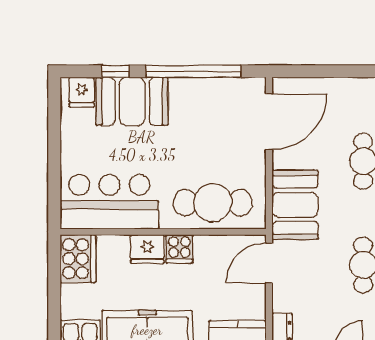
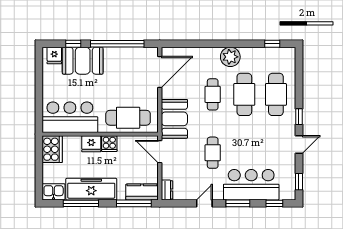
door: (269, 263) -> (160, 152), hinge flipped

